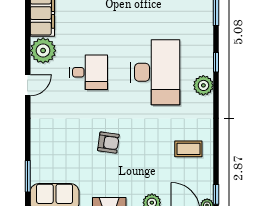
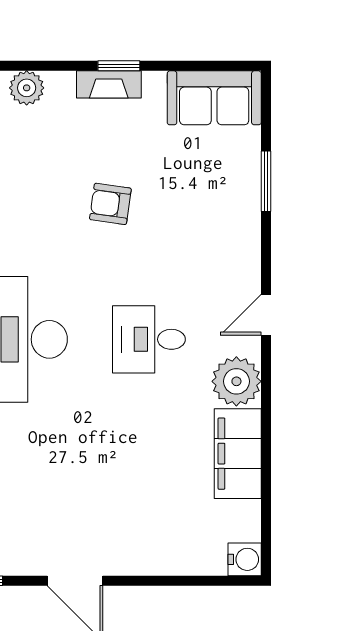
window: (28, 176) -> (266, 181), moved

